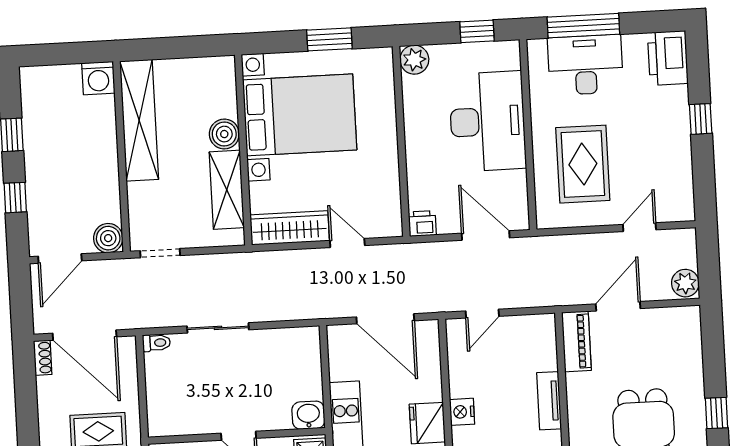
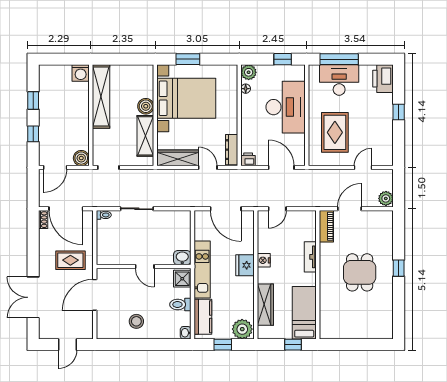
window: (329, 39) -> (188, 59), moved
floor lamp: (410, 91) -> (246, 89), added
dresser: (390, 207) -> (232, 150), added

